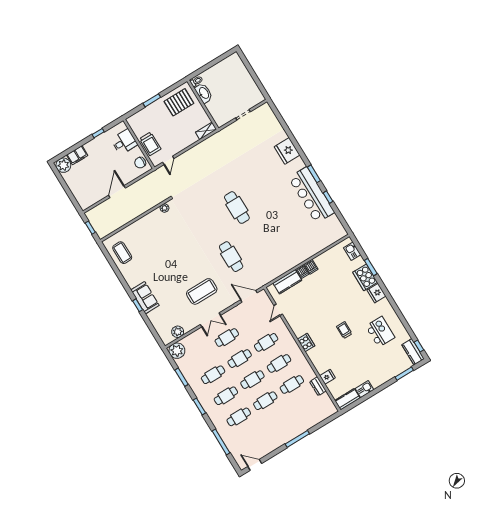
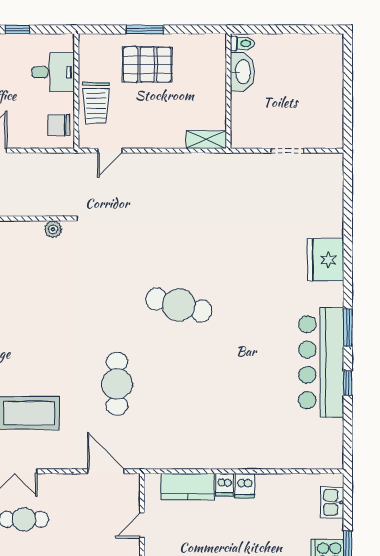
pallet: (179, 102) -> (147, 65), moved
cafe table: (237, 208) -> (179, 305), turned -75

